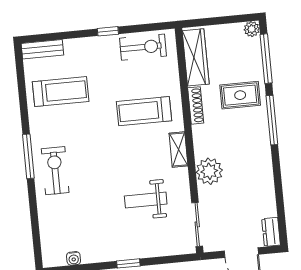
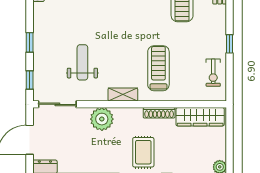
exercise bike: (143, 47) -> (213, 73), width x0.73, depth x0.72
rug: (240, 95) -> (143, 152), moved
window: (172, 259) -> (30, 80), added

